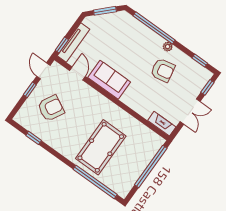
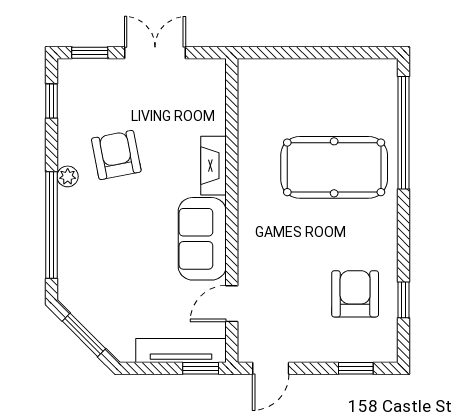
window: (30, 90) -> (356, 368), moved
armchair: (51, 108) -> (355, 294), moved, turned 62
fireplace: (162, 124) -> (213, 166), moved
window: (151, 167) -> (305, 53), removed

